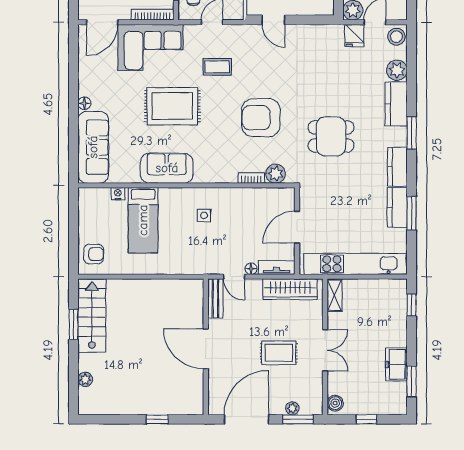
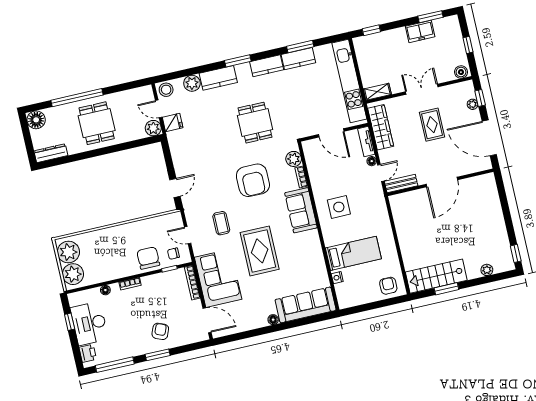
sofa: (167, 168) -> (301, 210), moved
side table: (204, 216) -> (339, 207), width x1.87, depth x1.87
window: (157, 419) -> (516, 253), moved
window: (298, 419) -> (480, 98), width x0.67

